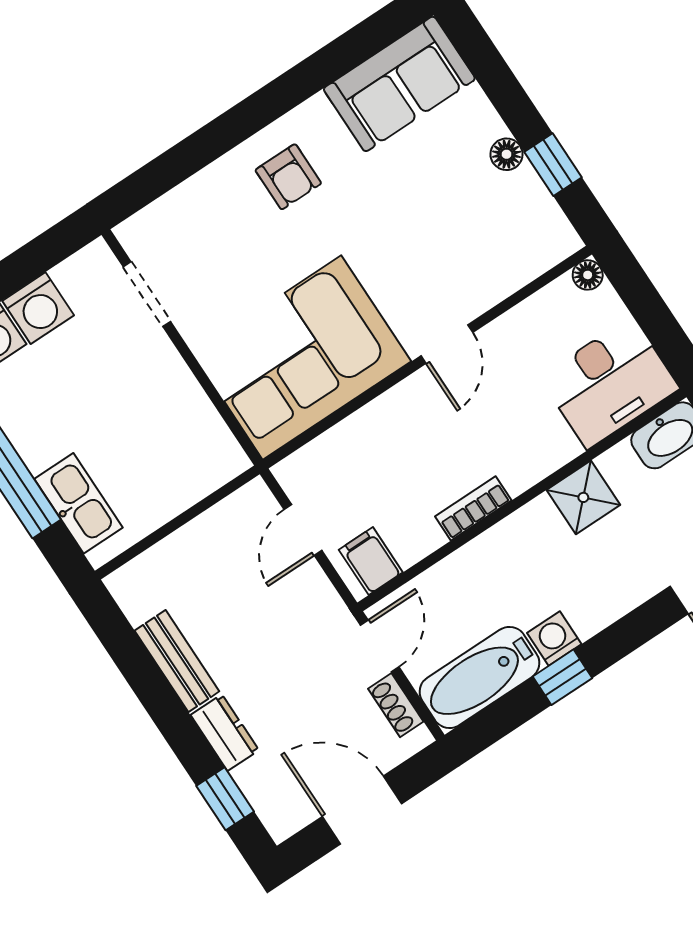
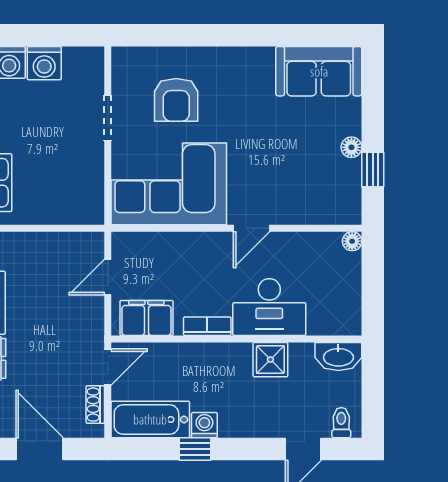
armchair: (288, 177) -> (176, 100), moved, width x1.38, depth x1.38
doorway: (147, 294) -> (108, 118), moved
desk: (609, 383) -> (269, 307), moved
filing cabinet: (371, 561) -> (146, 318), width x2.00

